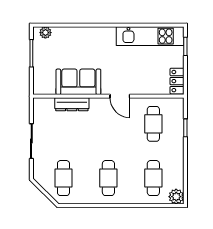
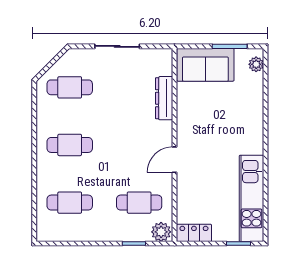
sofa: (78, 82) -> (205, 65), moved, turned 90
plant: (176, 197) -> (161, 232), moved

